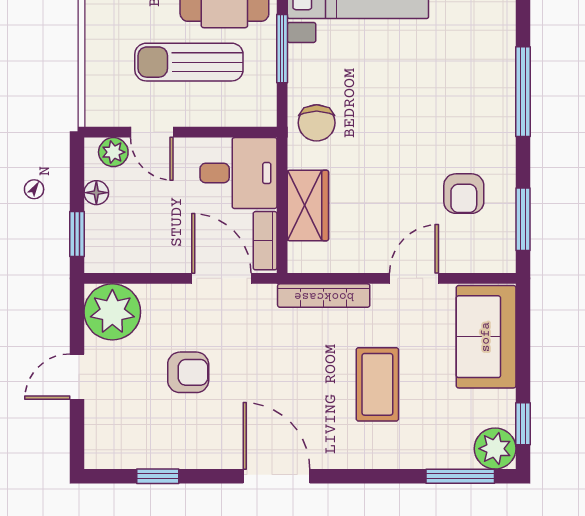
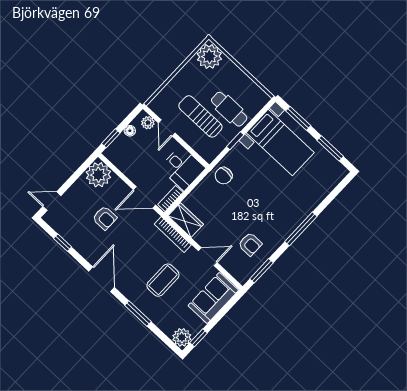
window: (282, 49) -> (235, 141), width x0.67
armchair: (464, 194) -> (250, 244), turned -90
wardrobe: (308, 205) -> (186, 220), moved, turned -90
door: (221, 278) -> (144, 197), swing flipped
door: (77, 377) -> (52, 201), moved
window: (460, 476) -> (138, 313), moved

